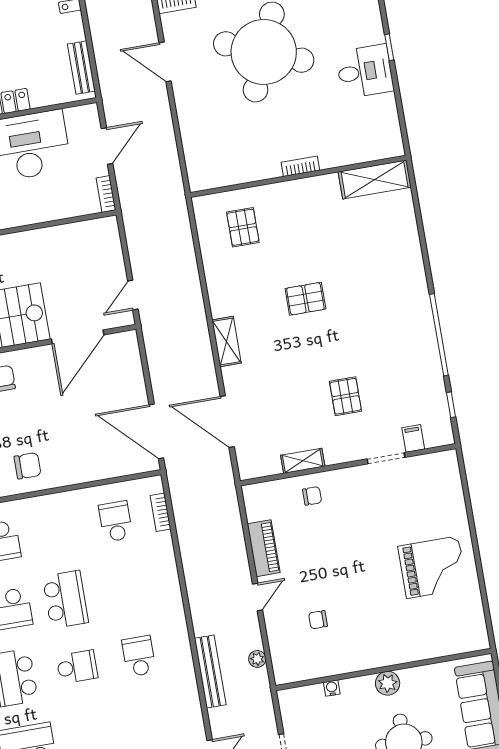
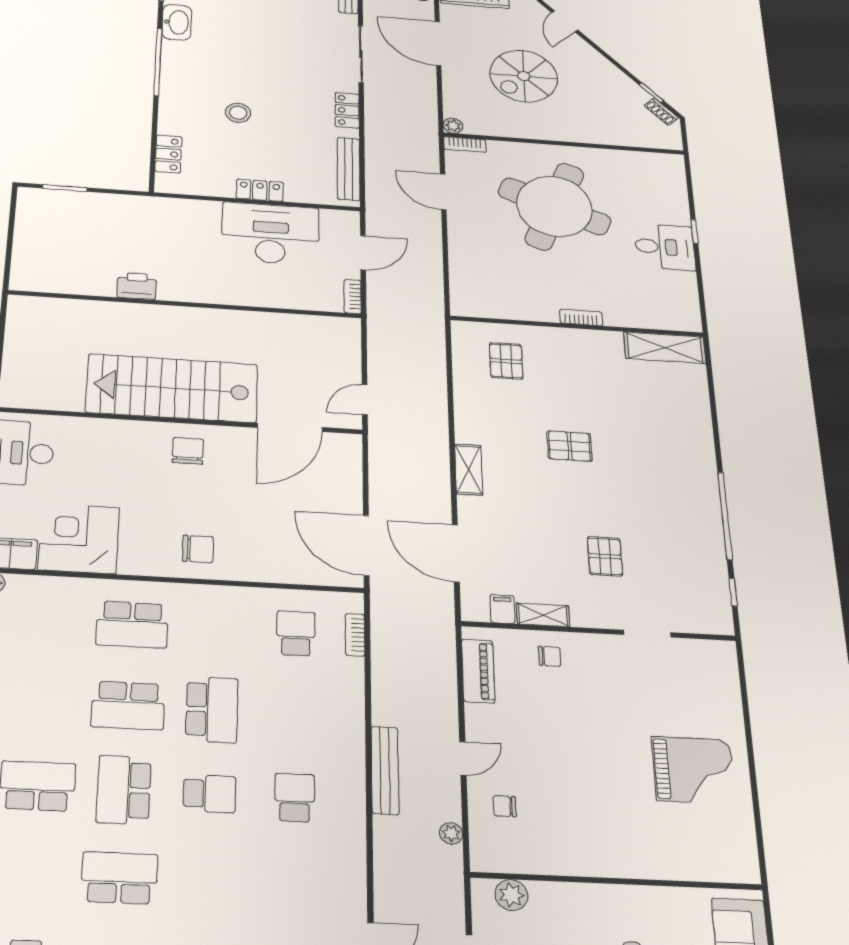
bench: (81, 68) -> (349, 169), width x1.36
filing cabinet: (413, 438) -> (503, 609), moved
piano: (264, 548) -> (478, 671), moved
chair: (318, 620) -> (505, 806), moved
bench: (210, 672) -> (385, 770), moved
plant: (388, 683) -> (511, 895), moved
water cooler: (332, 688) -> (545, 890), removed

